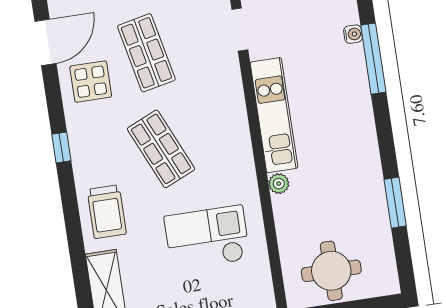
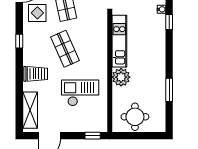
window: (373, 59) -> (169, 22), width x0.46
plant: (279, 184) -> (121, 77), width x1.88, depth x1.88
trolley: (107, 212) -> (36, 74), turned -90

